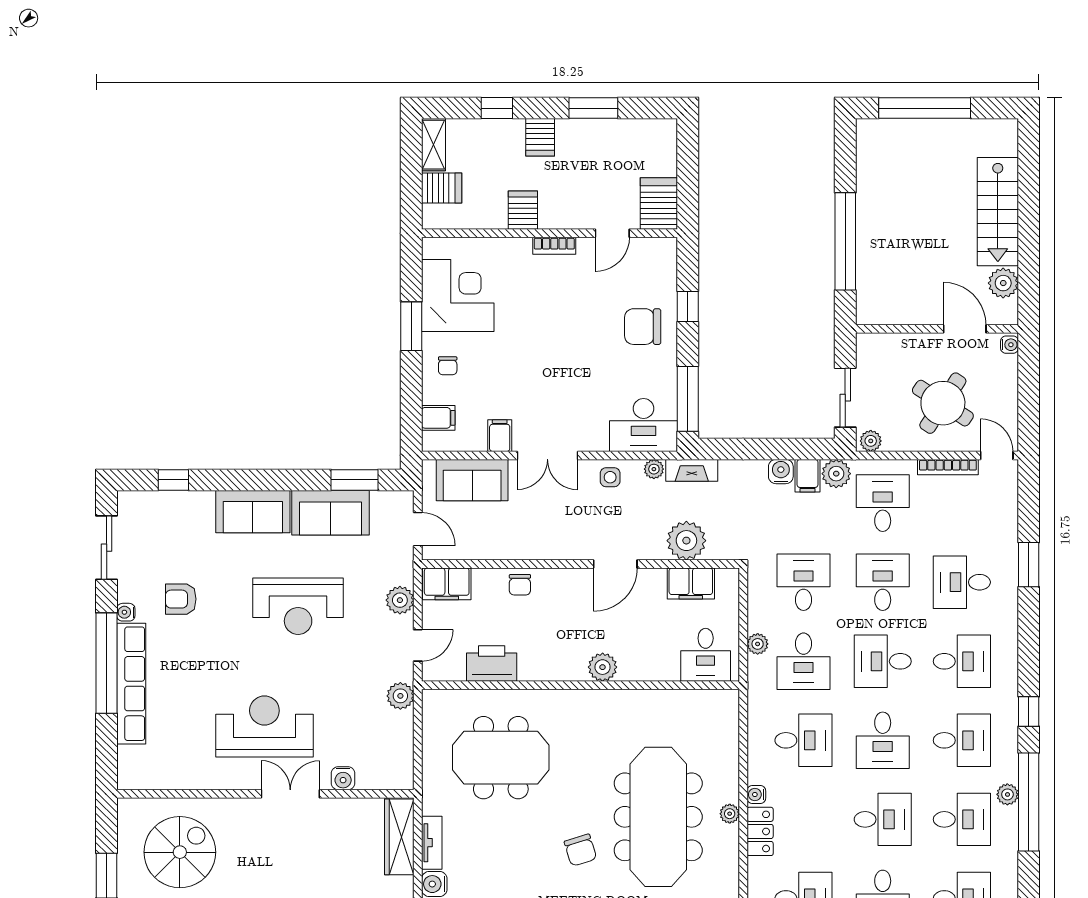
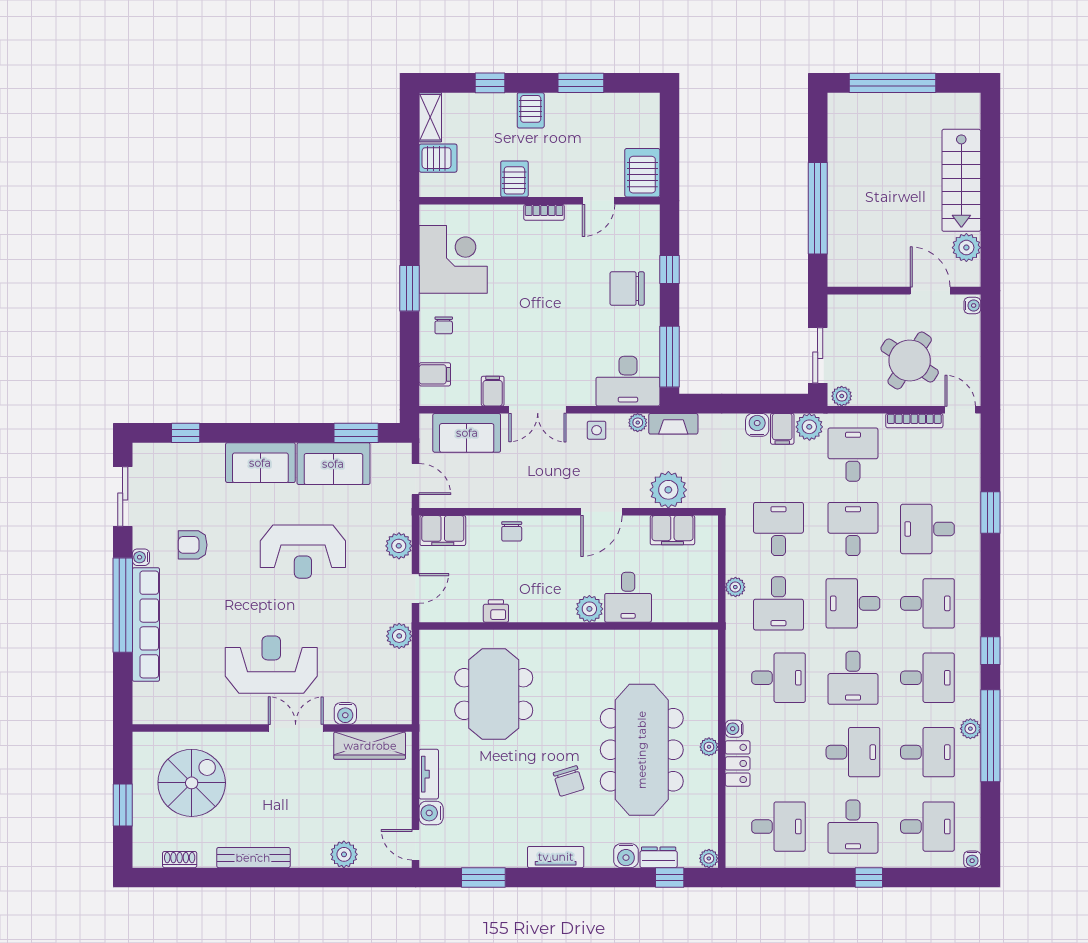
desk: (706, 655) -> (628, 597), moved
printer: (492, 664) -> (496, 611), width x0.53, depth x0.68
meeting table: (501, 758) -> (494, 694), turned 90
wardrobe: (399, 837) -> (370, 746), moved, turned -90

